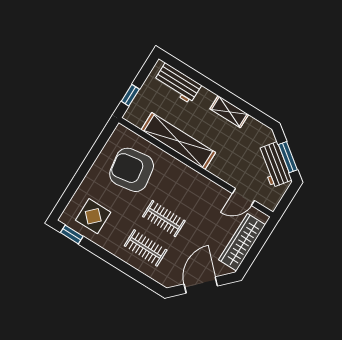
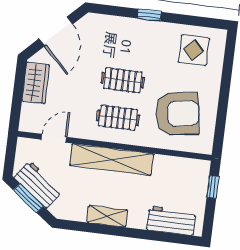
shelving: (178, 141) -> (111, 160), moved
window: (72, 234) -> (149, 15), moved
wardrobe: (242, 242) -> (36, 83), width x0.67
clothes rail: (146, 248) -> (118, 118), moved

